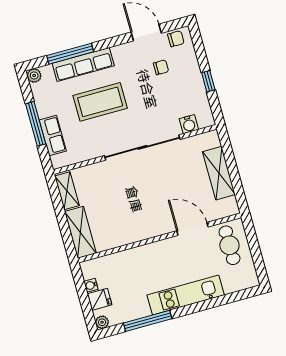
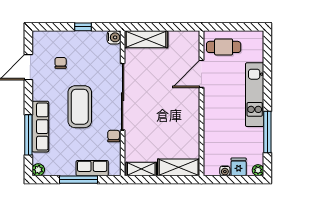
chair: (176, 39) -> (114, 136), moved
coffee table: (100, 102) -> (80, 107), moved
water cooler: (189, 124) -> (114, 37), moved
shelving: (219, 173) -> (146, 39), moved

